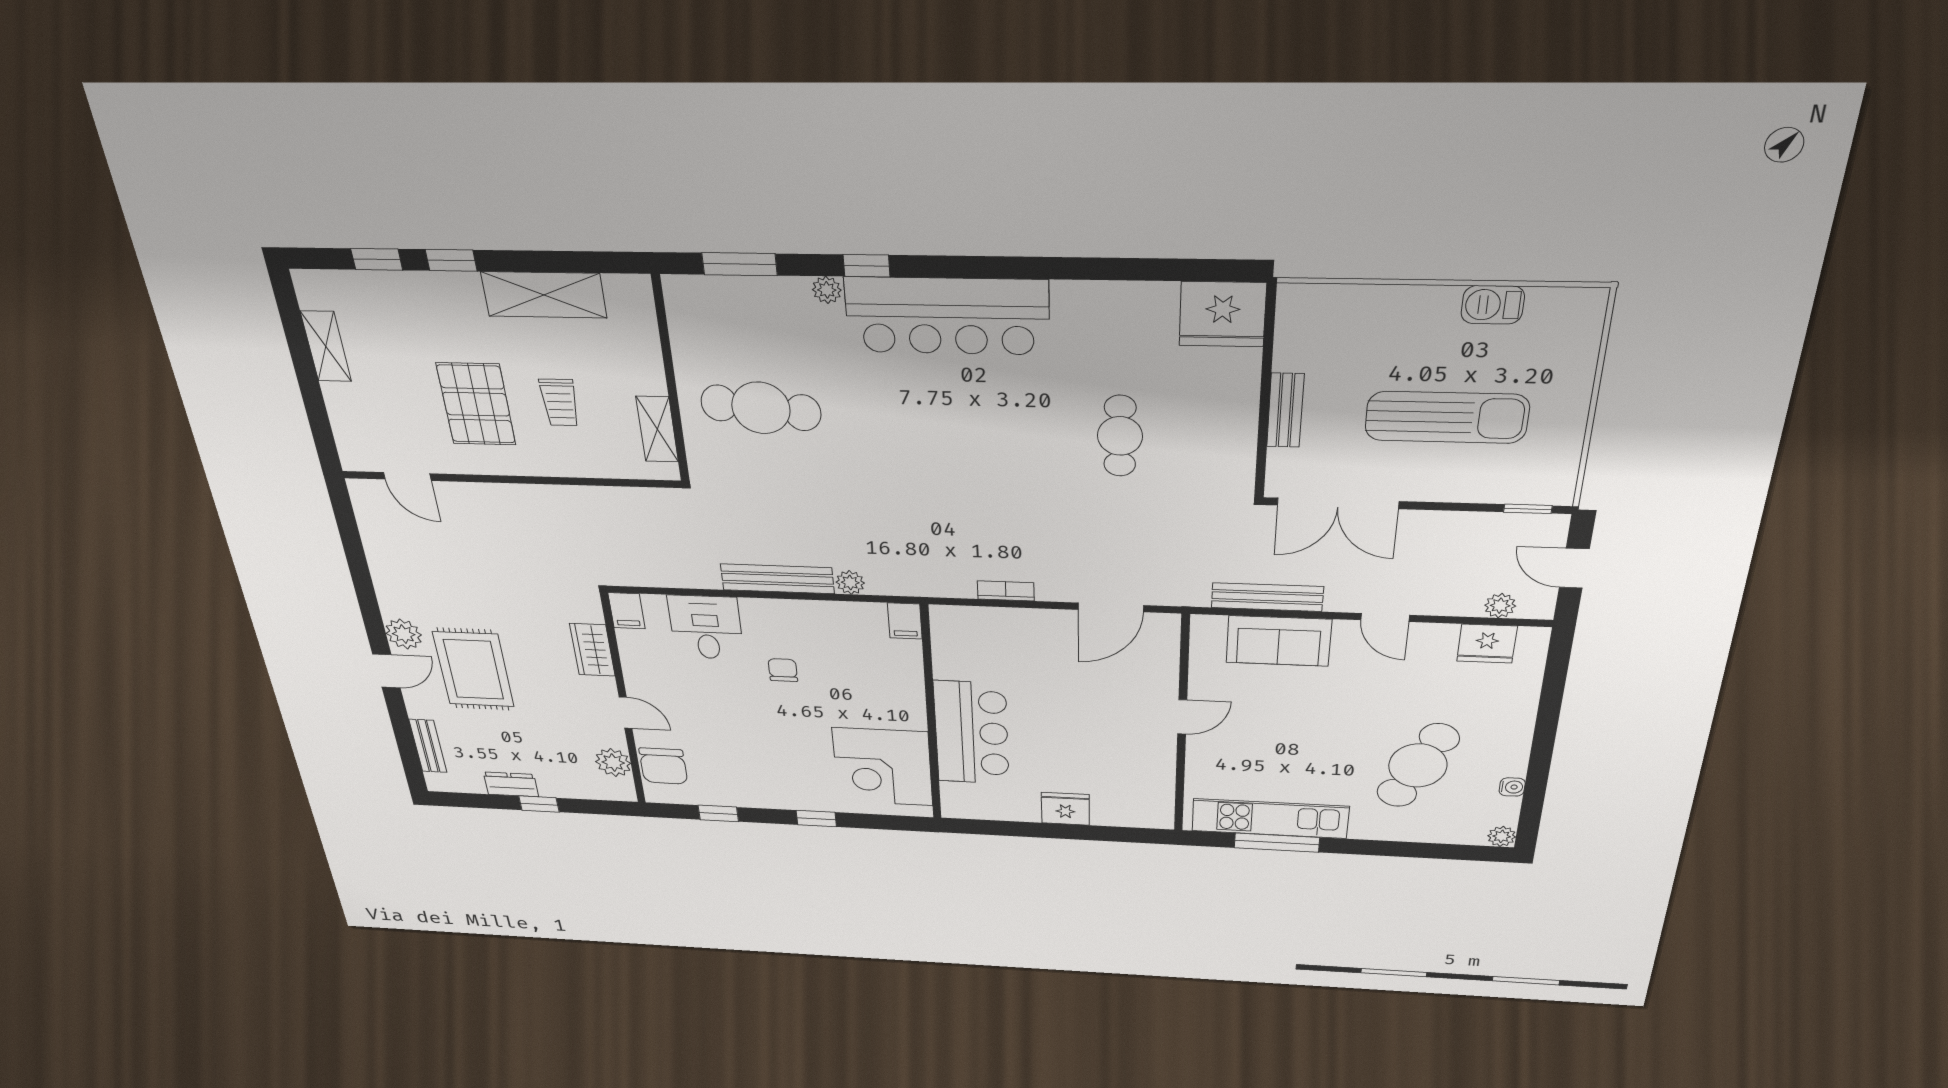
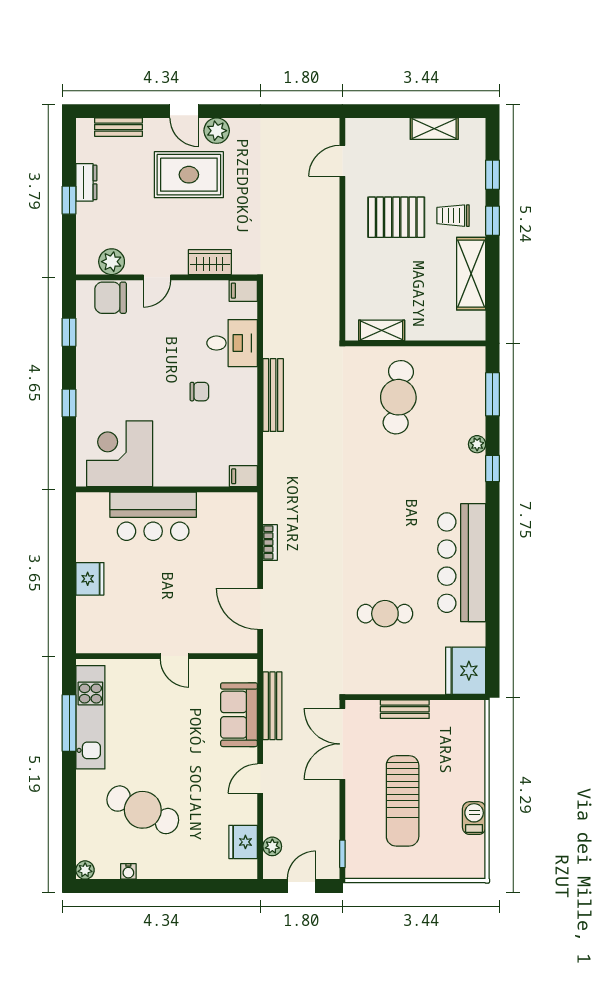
bar counter: (947, 316) -> (462, 563), moved
trolley: (560, 402) -> (453, 216), moved
plant: (850, 583) -> (272, 443), removed

